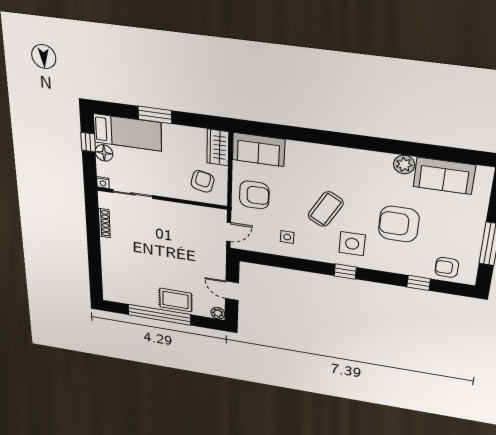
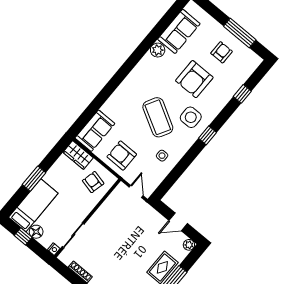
armchair: (254, 195) -> (122, 156), turned -90
coffee table: (326, 209) -> (158, 117), width x1.36, depth x1.32
armchair: (447, 267) -> (222, 52), moved, turned 180

